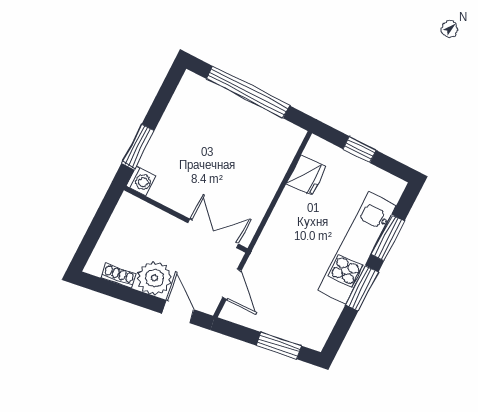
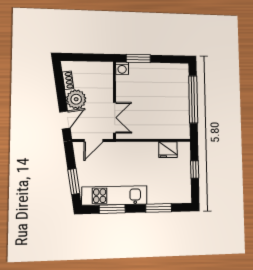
kitchen unit: (357, 248) -> (115, 195), moved
window: (362, 288) -> (112, 209), moved

